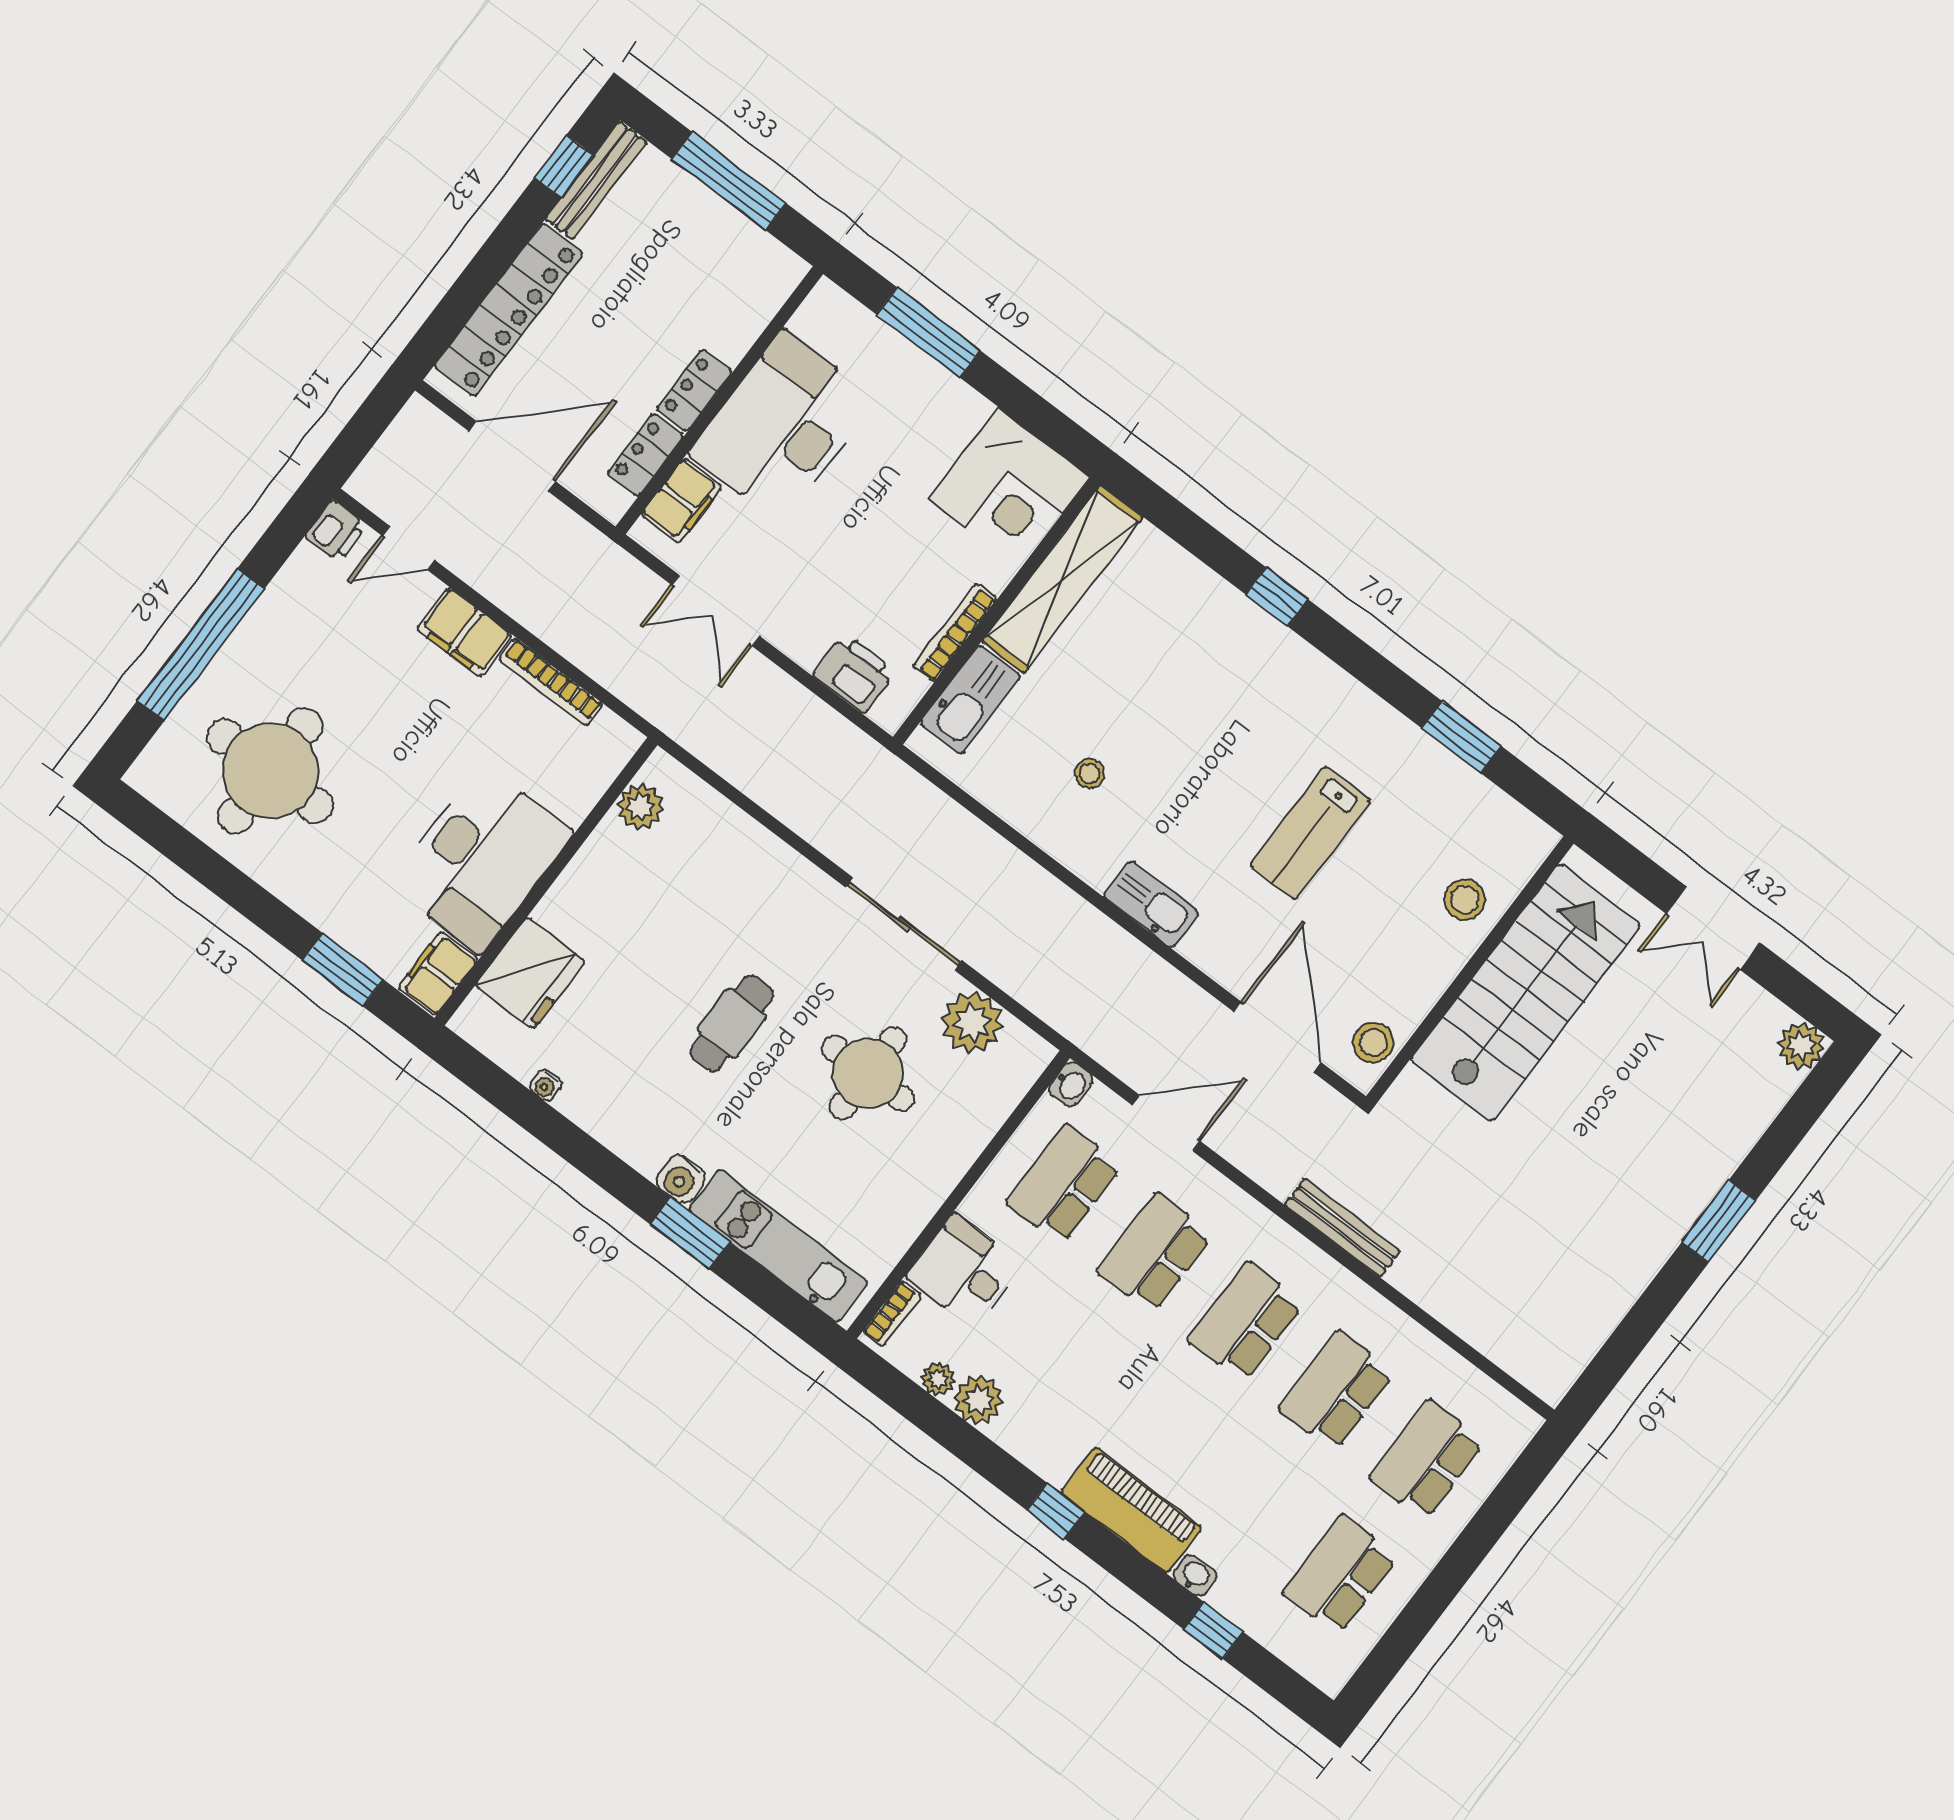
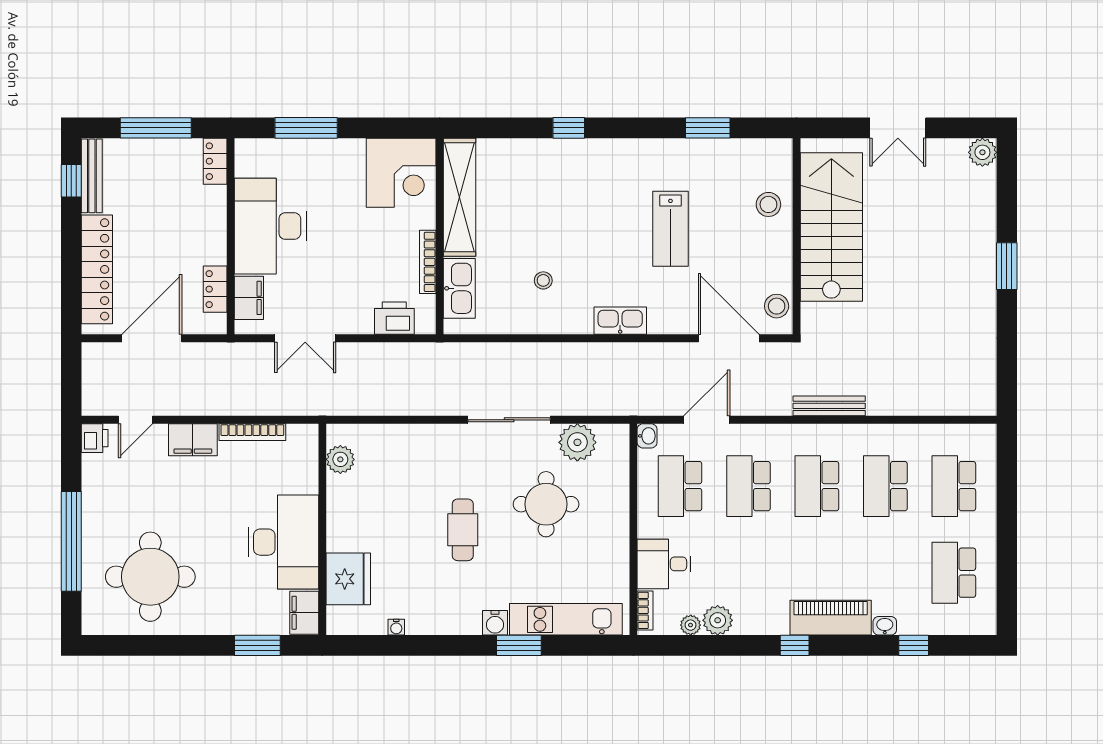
locker: (694, 391) -> (215, 161), moved

